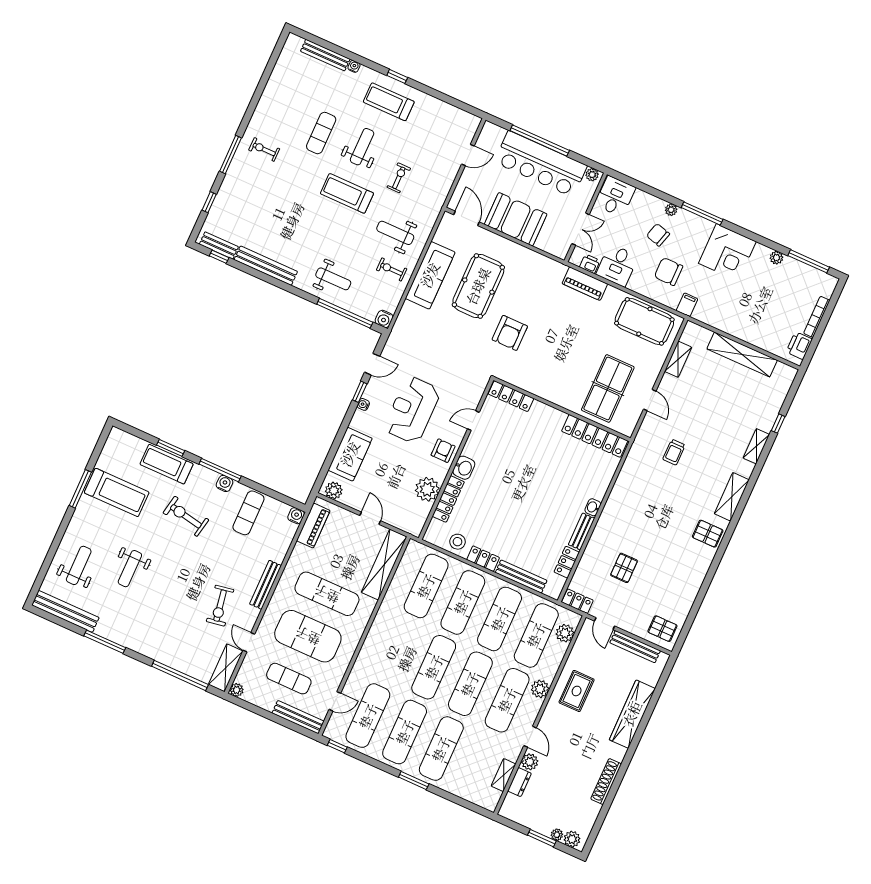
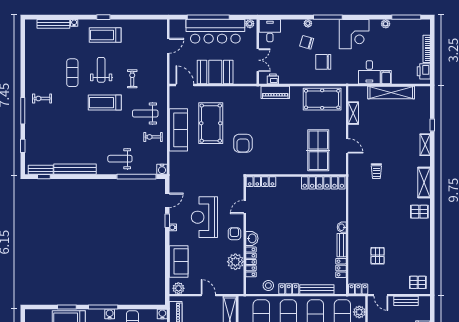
desk: (617, 265) -> (369, 72), moved
weight bench: (333, 279) -> (120, 159), turned 180
filing cabinet: (687, 305) -> (386, 77), moved
bench: (635, 647) -> (406, 301), width x0.73

